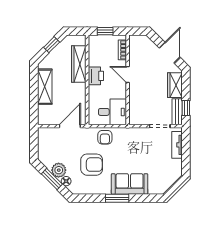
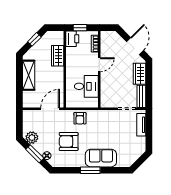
wardrobe: (79, 64) -> (58, 56), width x0.67
door: (128, 74) -> (99, 65), swing flipped
printer: (96, 76) -> (72, 39), moved
window: (186, 108) -> (149, 93), removed
desk: (112, 112) -> (86, 86), moved
armchair: (92, 165) -> (69, 142), turned 180
plant: (59, 170) -> (32, 138), moved

